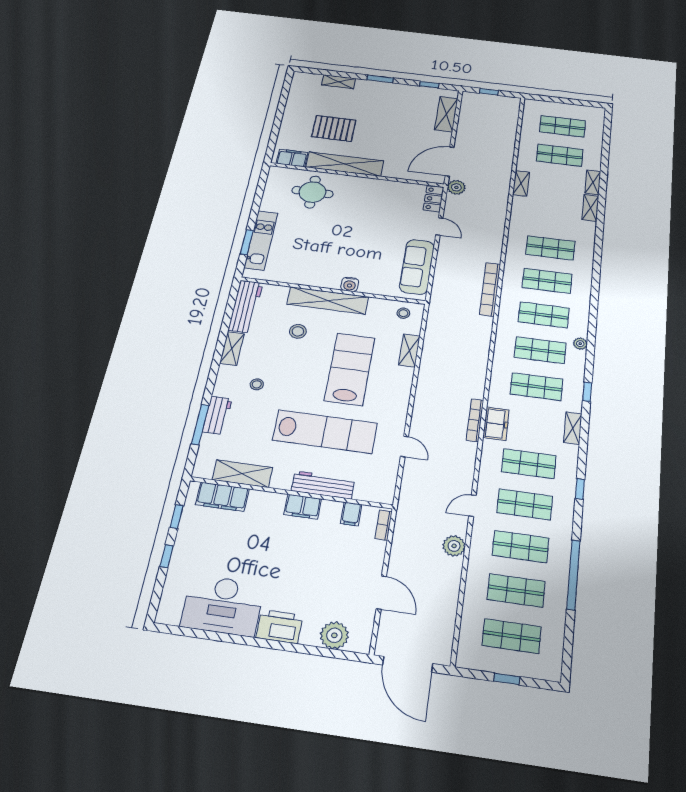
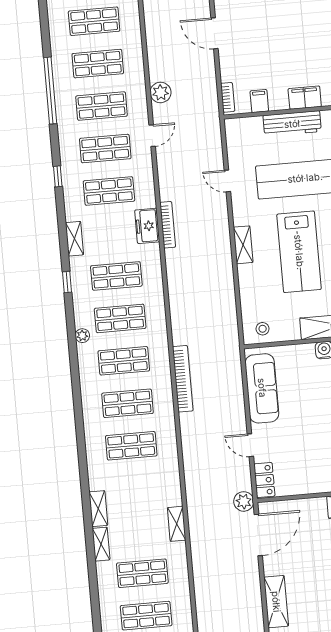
shelving: (409, 351) -> (243, 245), moved

